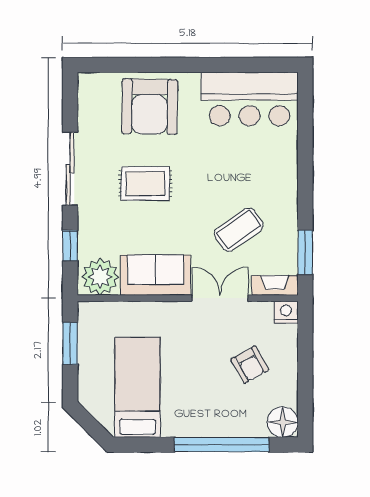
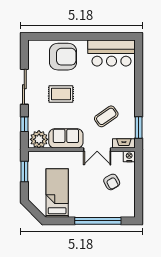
armchair: (150, 107) -> (63, 57), turned -91
double door: (220, 298) -> (97, 150), swing flipped
floor lamp: (283, 422) -> (128, 210), removed

